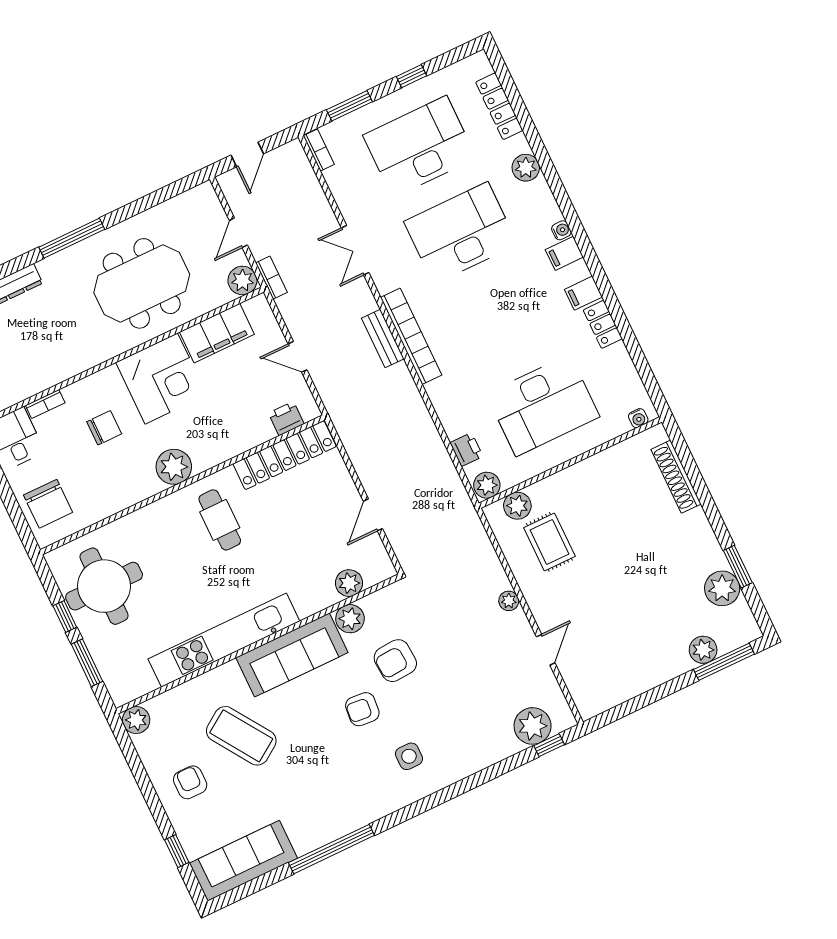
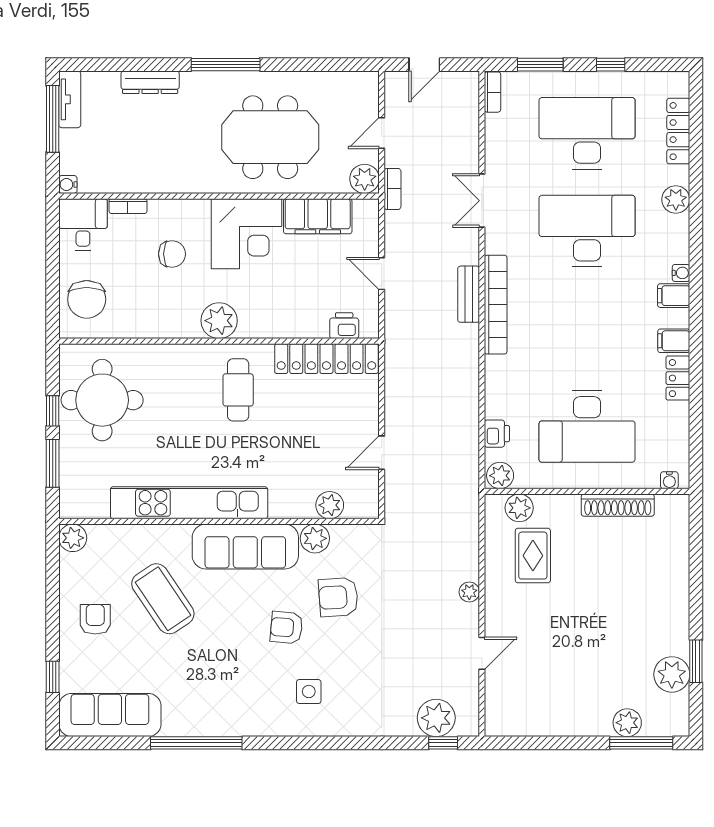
shoe rack: (676, 477) -> (618, 505), moved, turned -90

